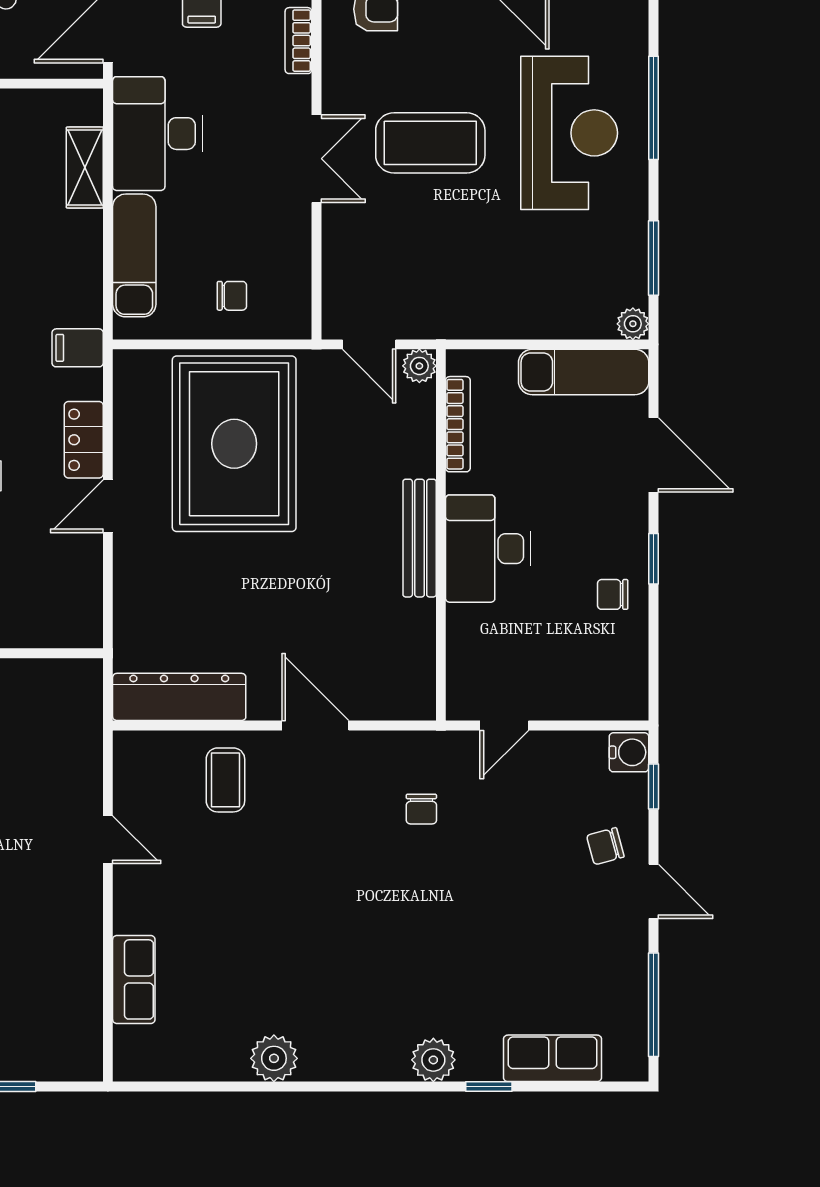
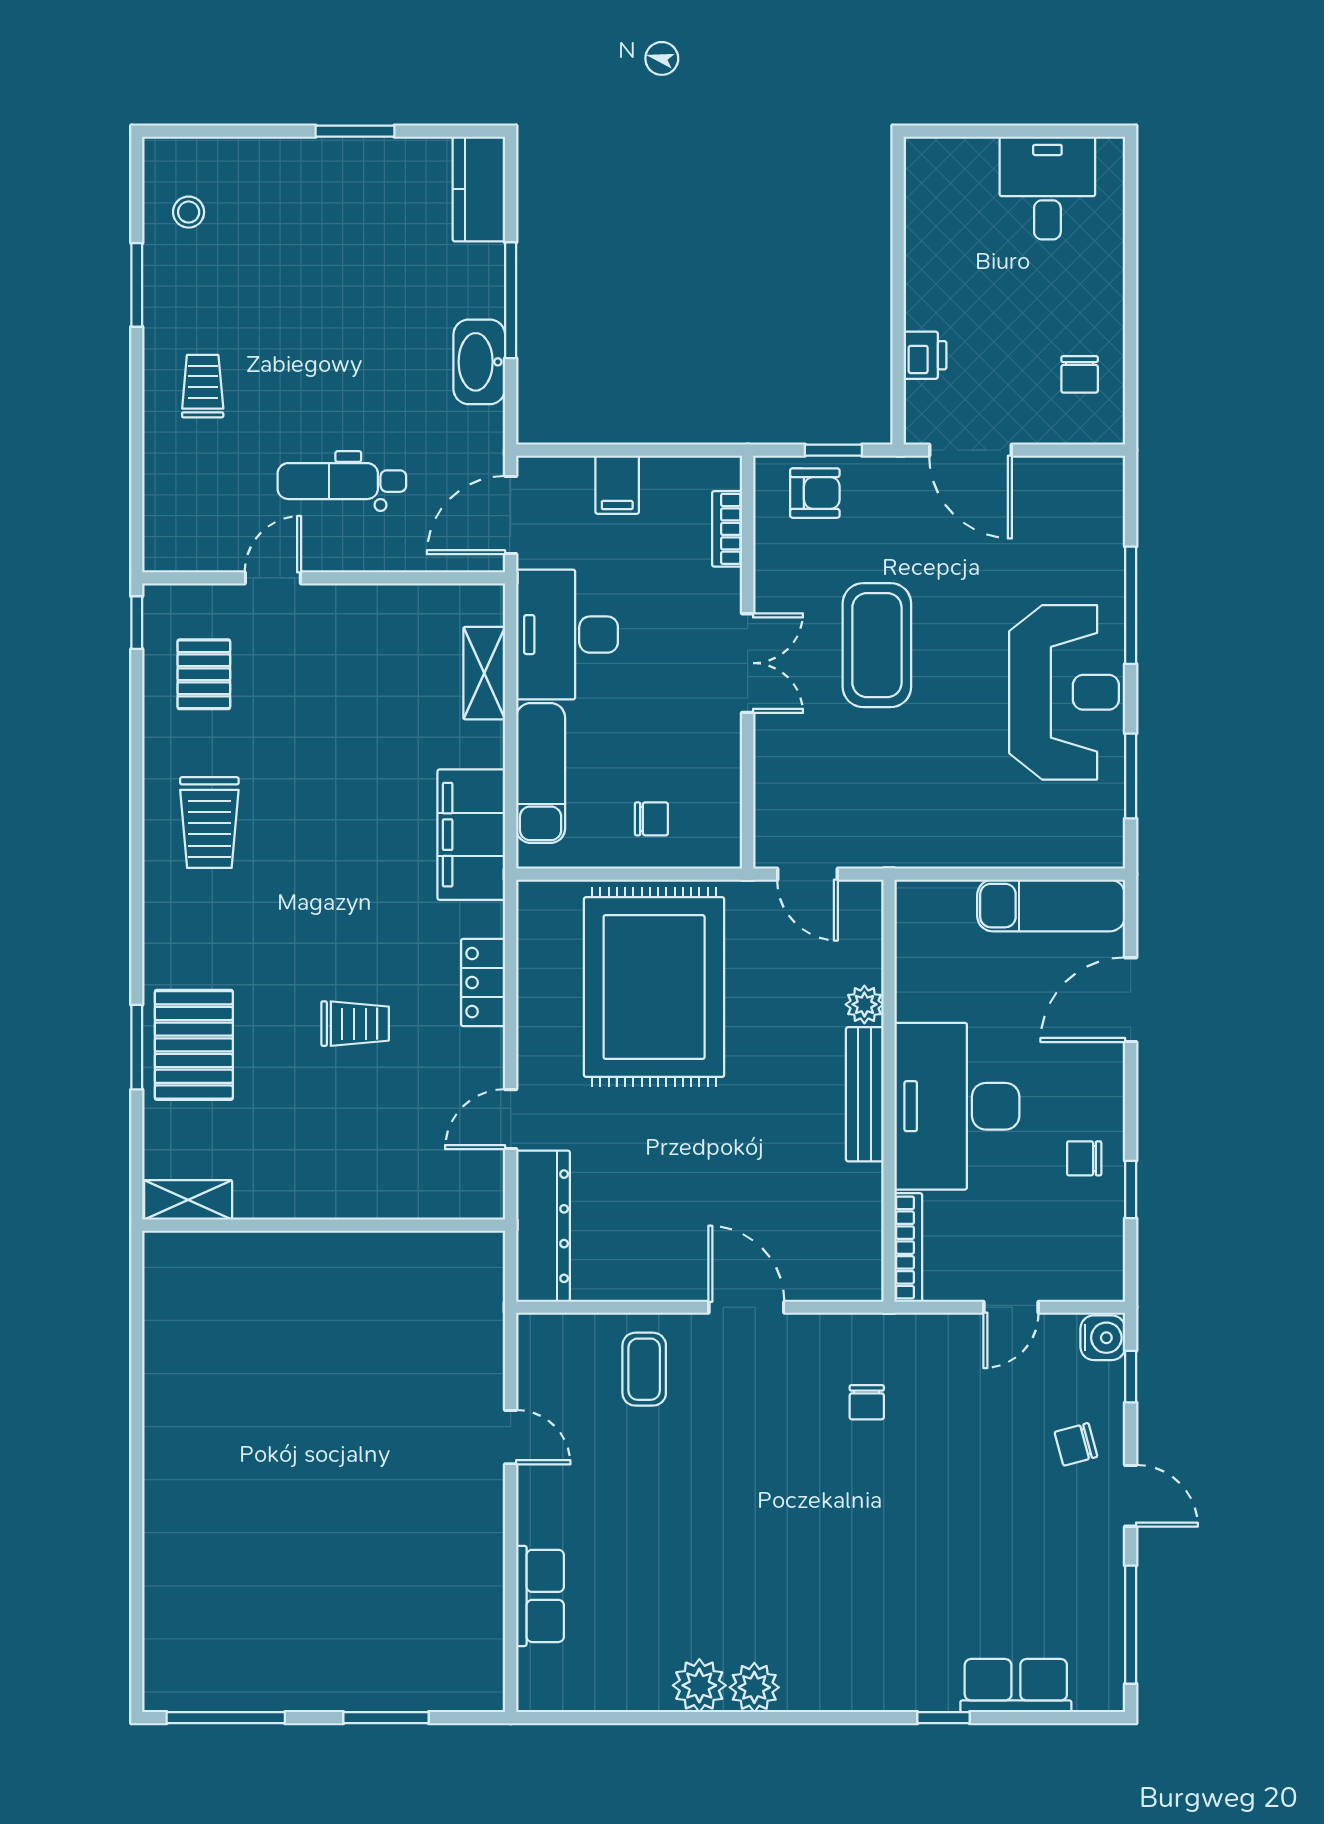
reception desk: (569, 133) -> (1064, 692), moved
coffee table: (430, 143) -> (877, 645), turned 90
plant: (633, 324) -> (1107, 851), removed
filing cabinet: (78, 348) -> (471, 835), width x3.00, depth x1.17
plant: (419, 366) -> (864, 1004), moved
bookcase: (458, 424) -> (908, 1248), moved
door: (653, 455) -> (1131, 1000), swing flipped
door: (108, 506) -> (511, 1119), moved
desk: (488, 549) -> (957, 1106), width x1.36, depth x1.30
window: (653, 559) -> (1131, 1190), moved
dresser: (179, 697) -> (543, 1226), moved, turned 90
door: (504, 725) -> (1011, 1307), moved
plant: (433, 1060) -> (754, 1687), moved

